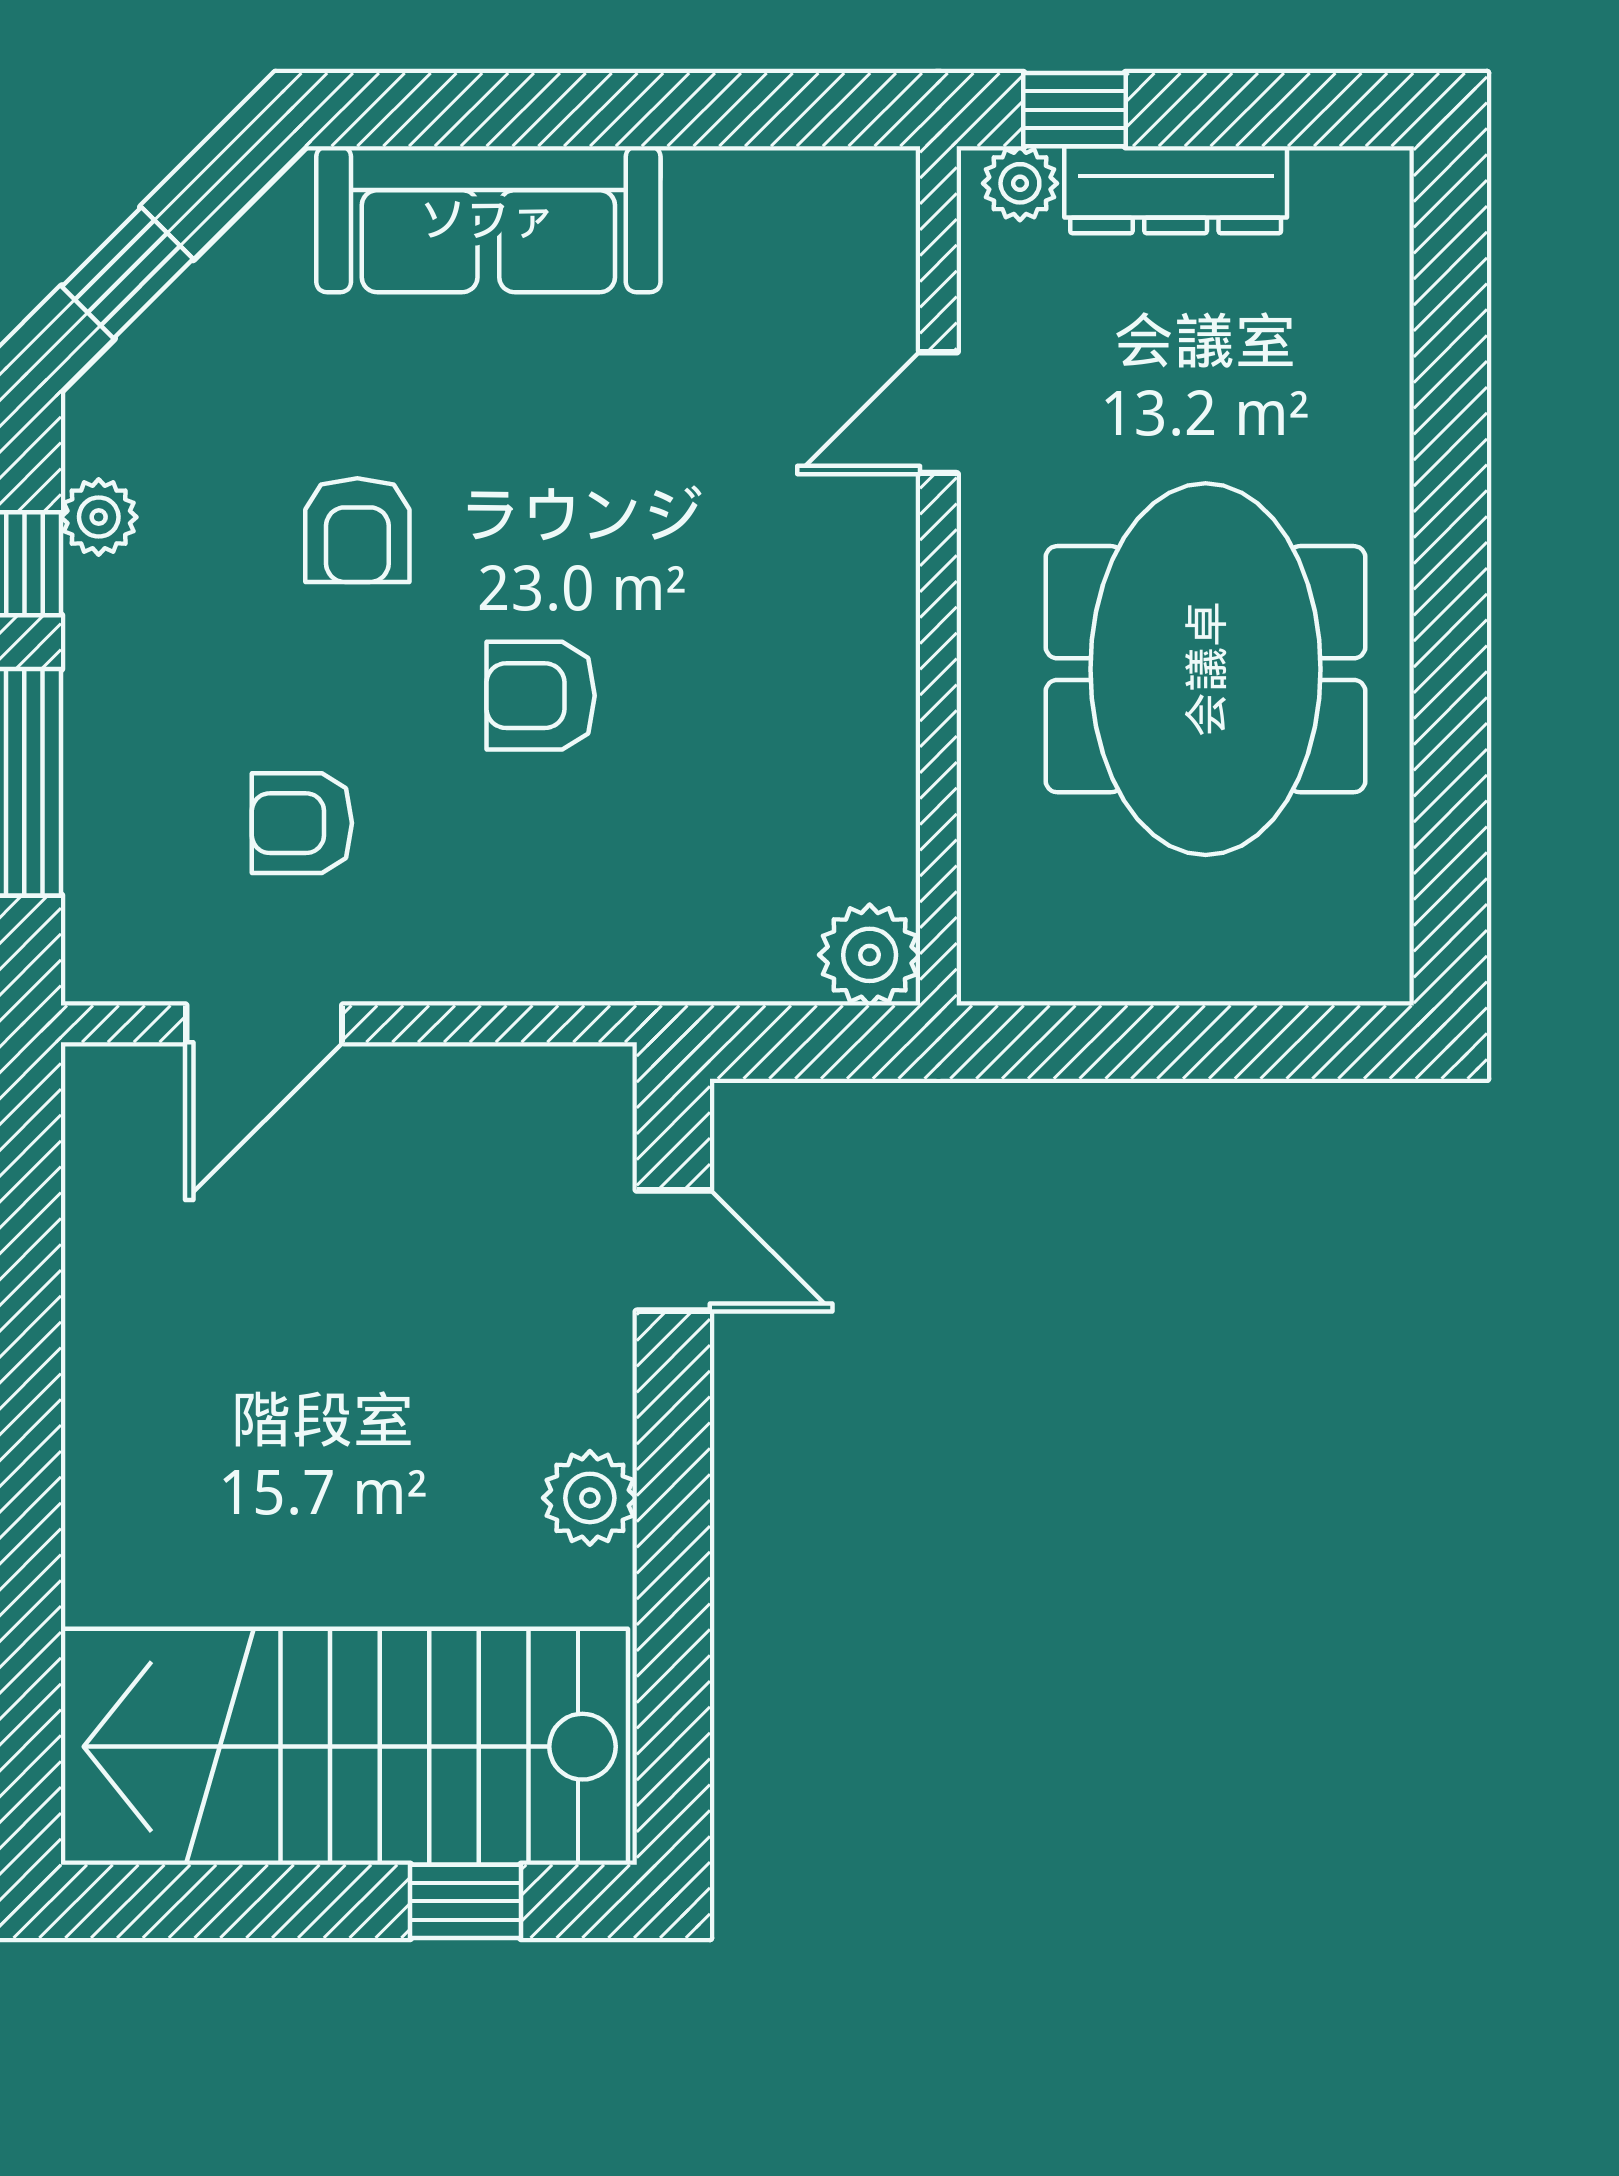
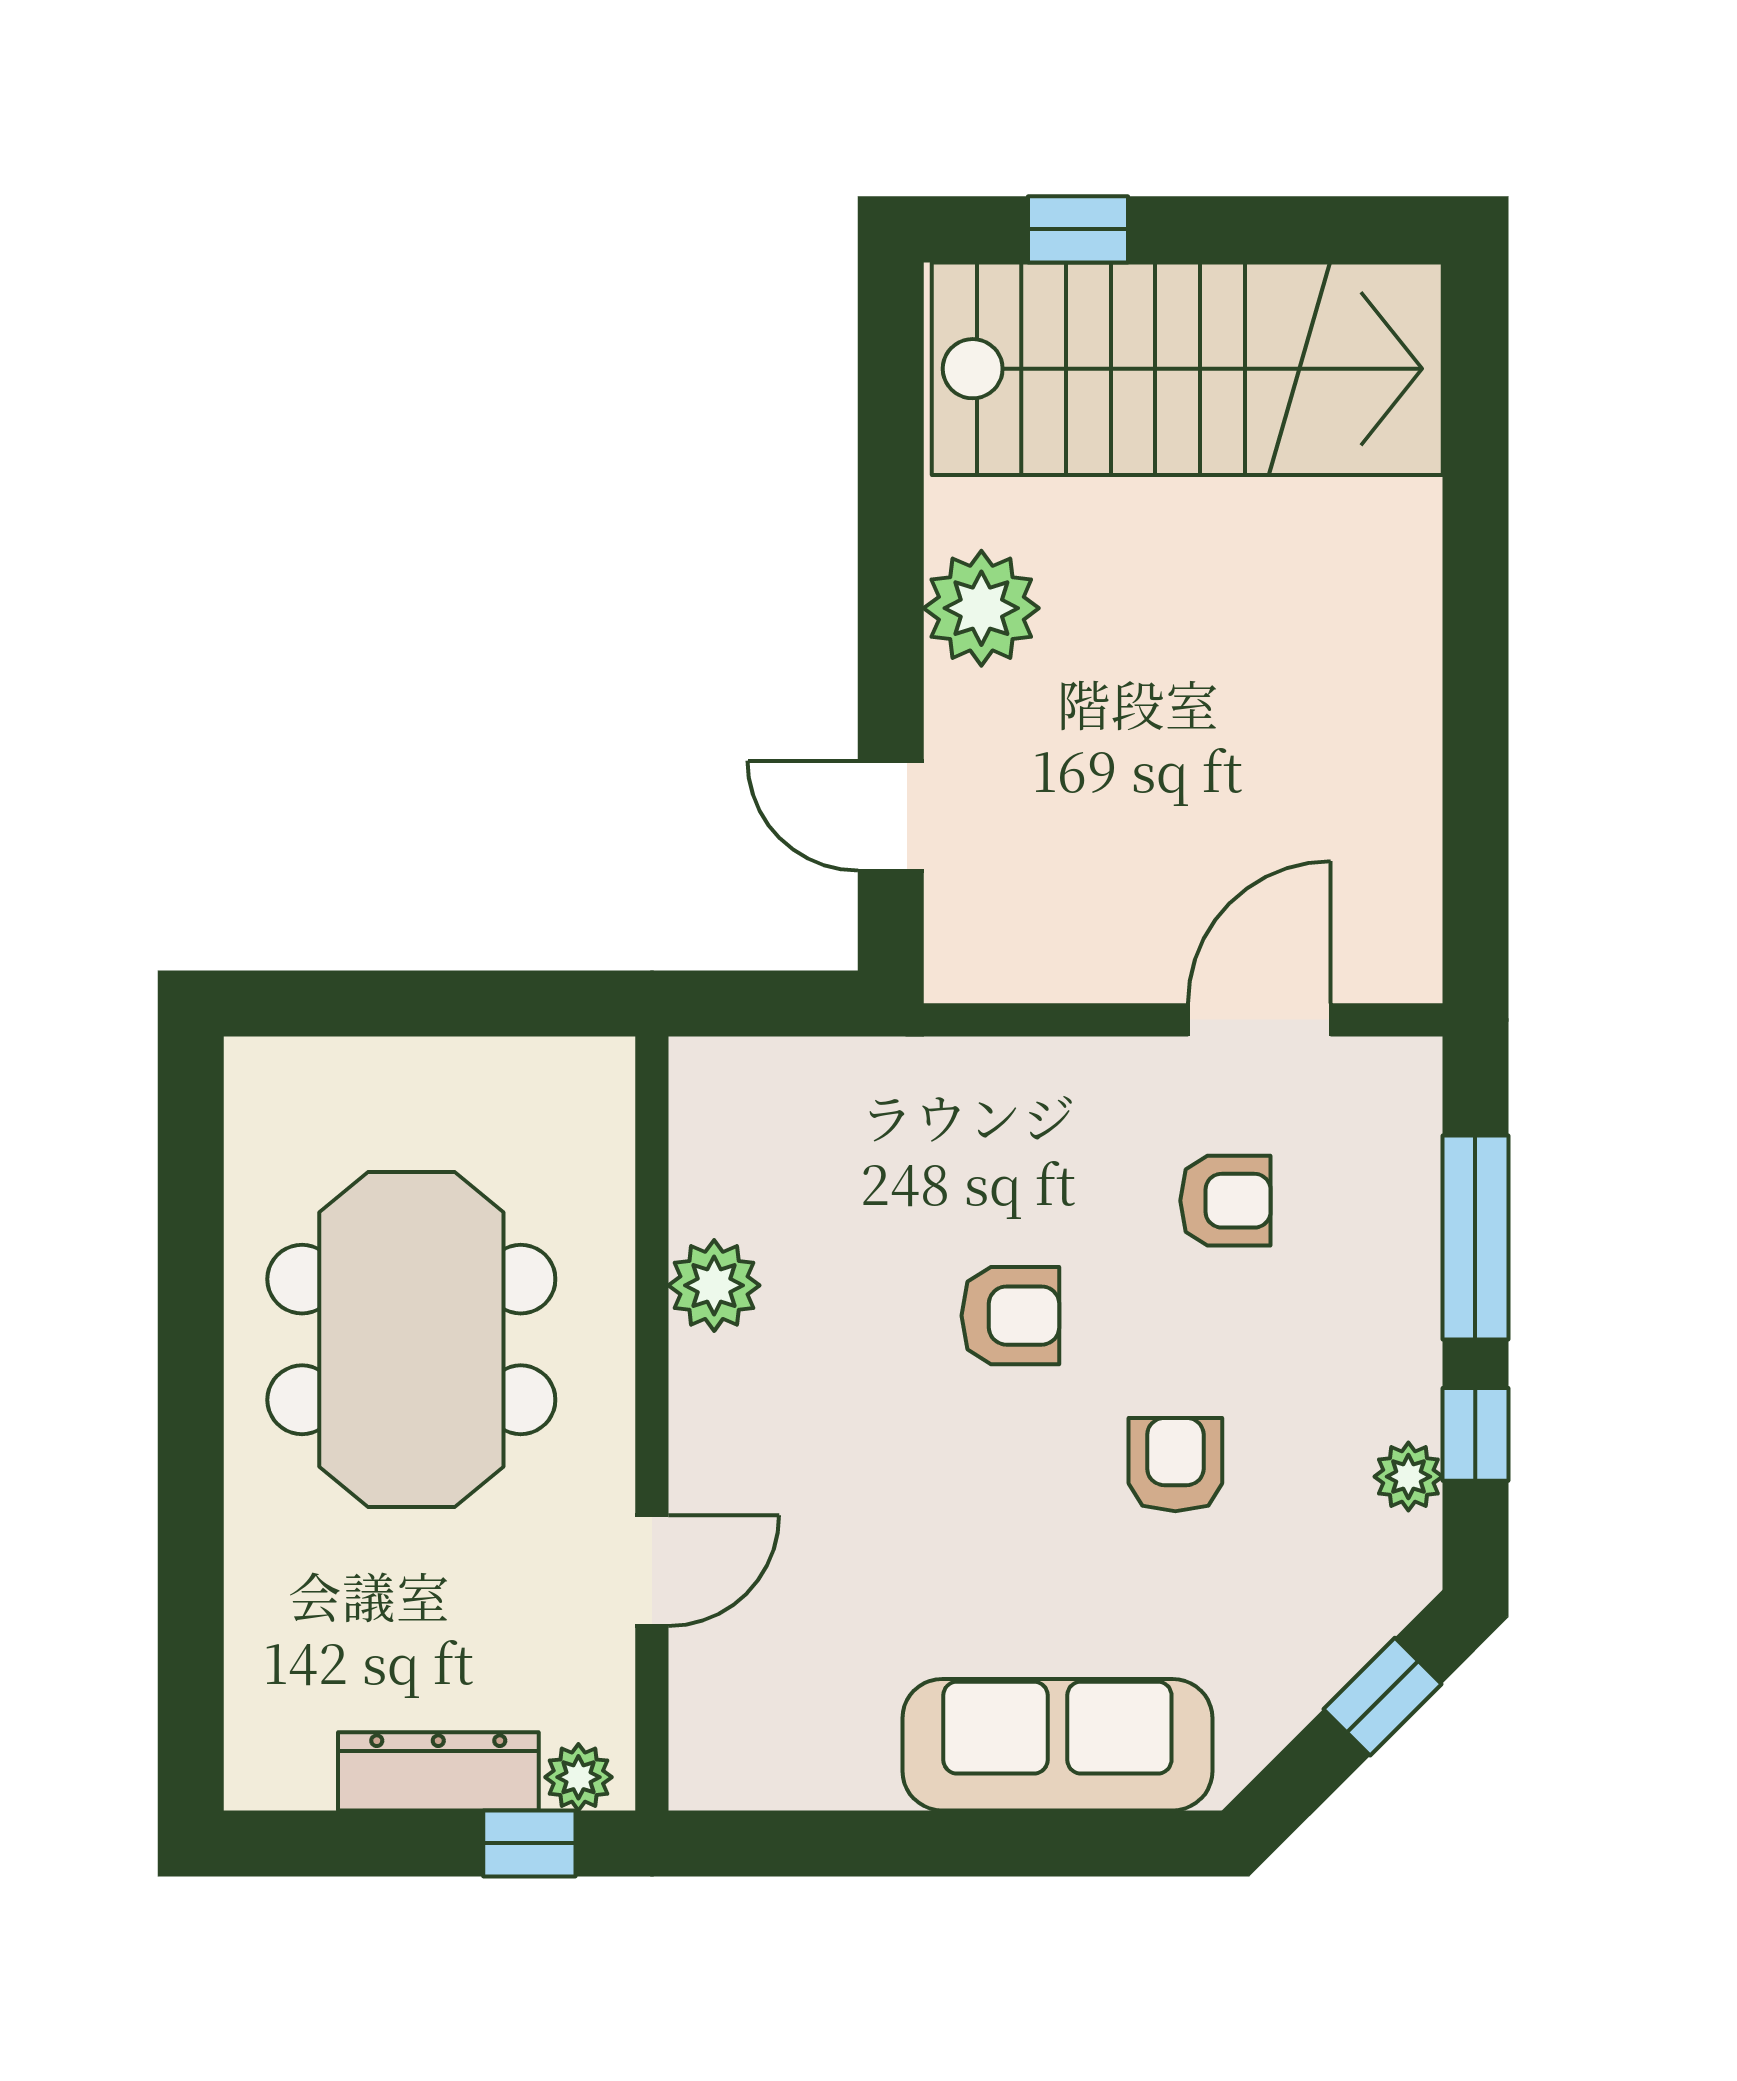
plant: (870, 955) -> (714, 1285), moved
plant: (590, 1498) -> (981, 608), width x1.36, depth x1.36

